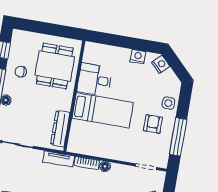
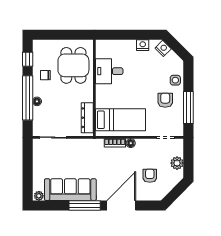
bed: (103, 110) -> (121, 120), moved
tv unit: (58, 159) -> (90, 144), removed

